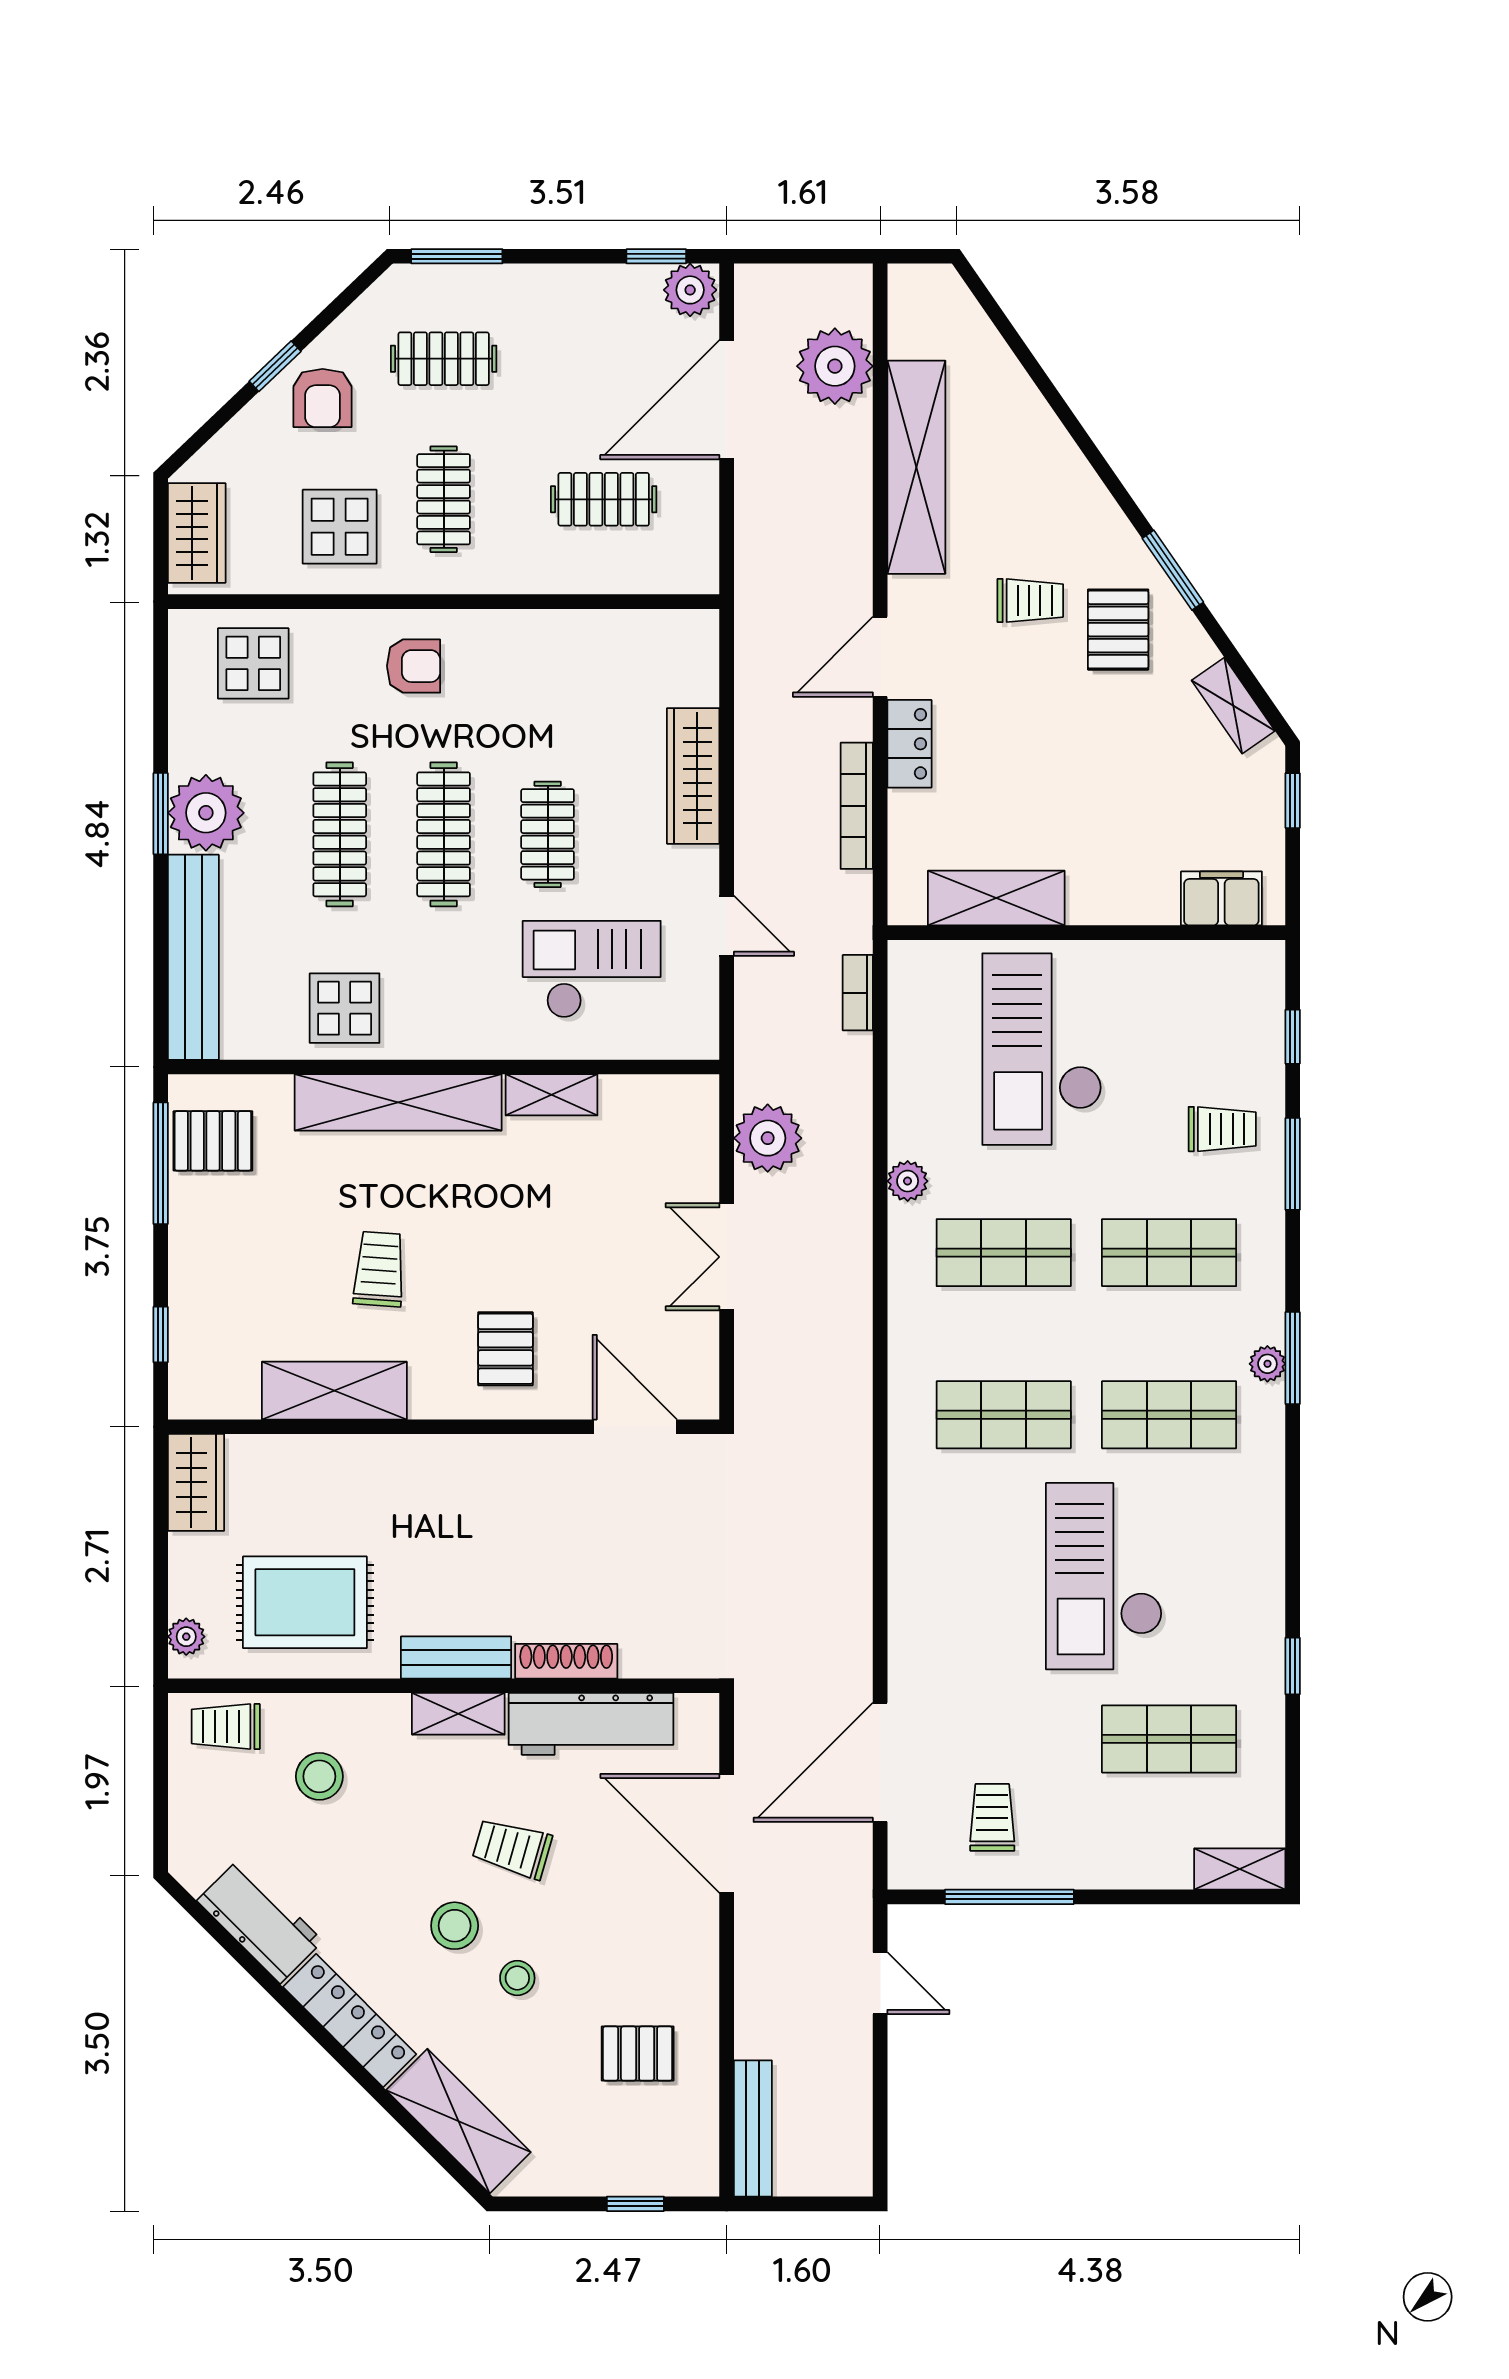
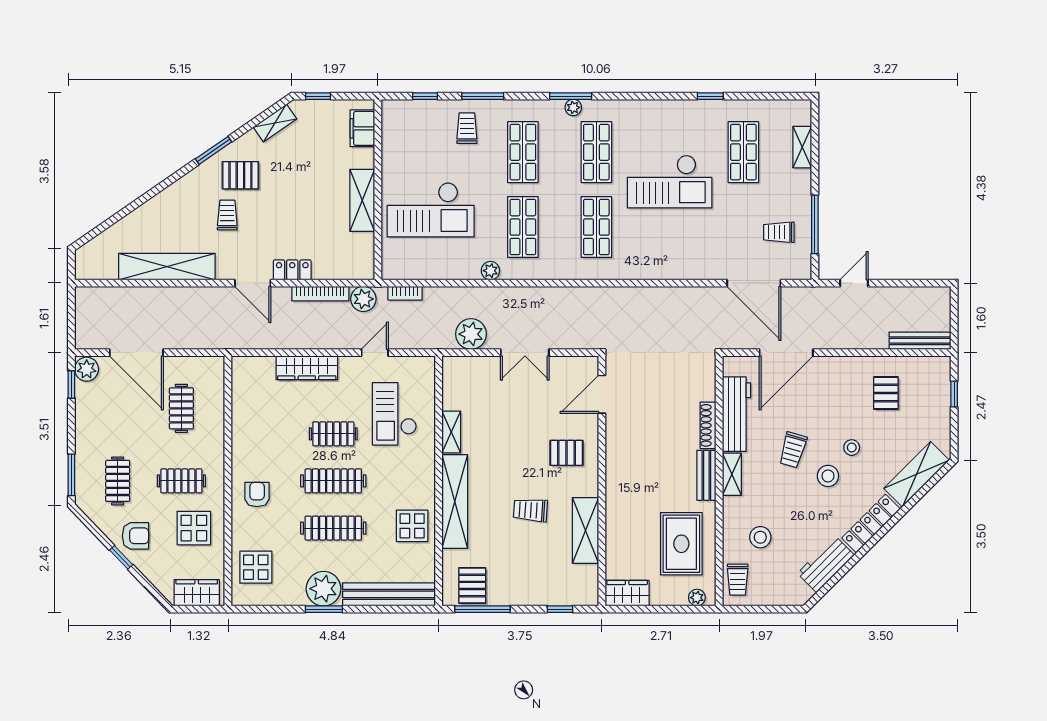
plant: (835, 366) -> (363, 299), moved, width x0.73, depth x0.73
shelving: (996, 898) -> (362, 200), moved
shelving: (1240, 1869) -> (802, 147), moved

